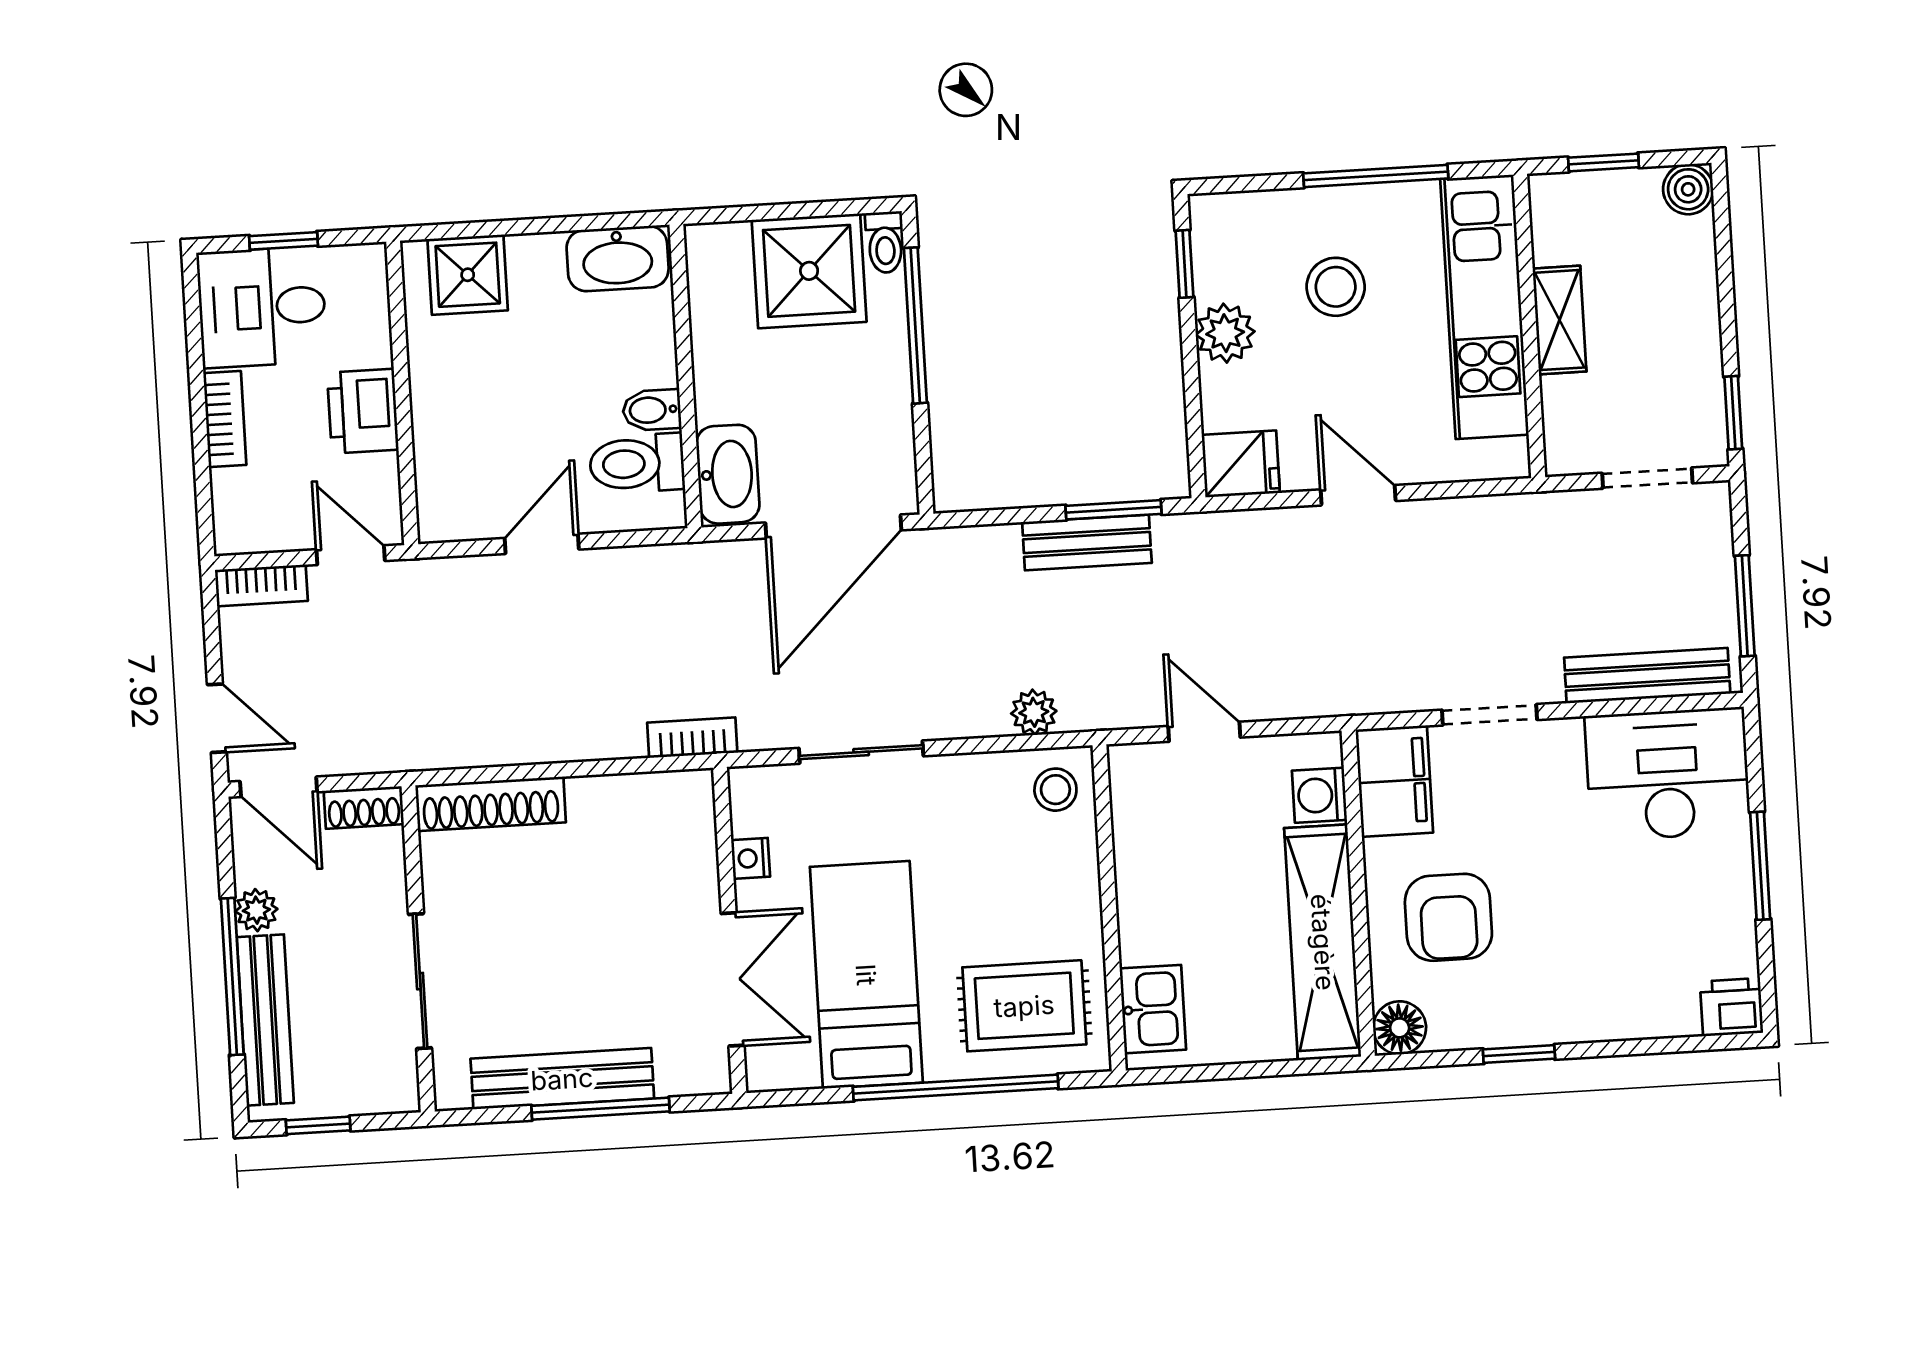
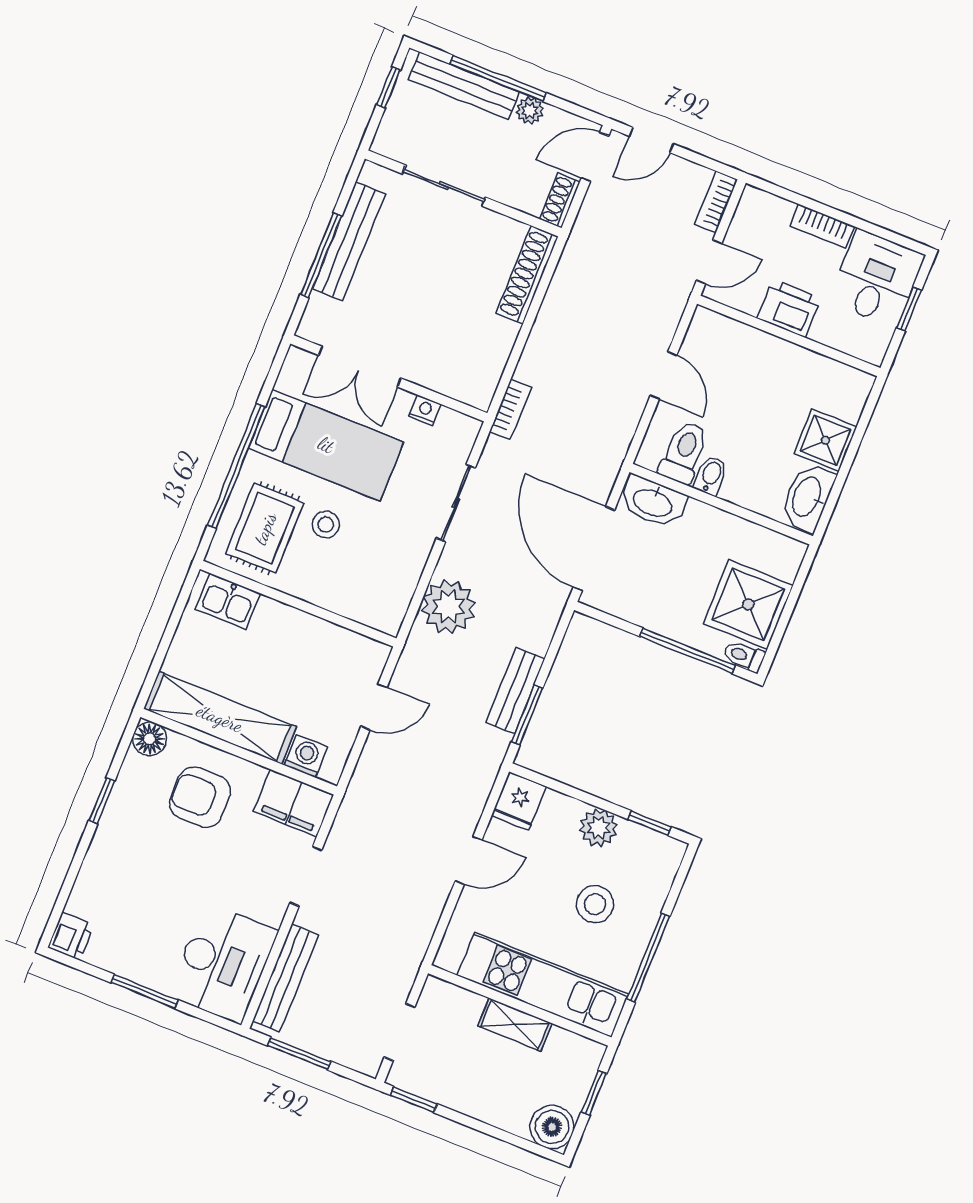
boiler: (1688, 189) -> (552, 1127), width x1.36, depth x1.36
shower: (468, 275) -> (825, 440), moved
plant: (1034, 712) -> (448, 607), width x1.87, depth x1.87
stool: (1055, 790) -> (326, 525), moved

